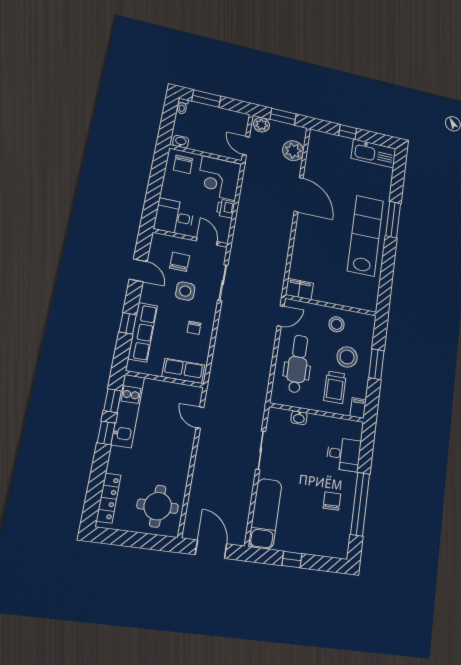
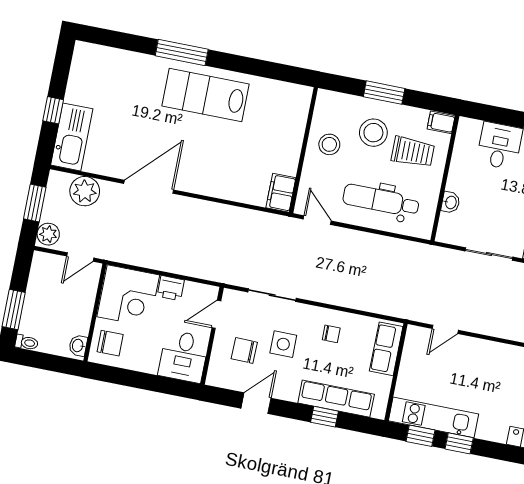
kitchen sink: (374, 154) -> (72, 137), moved
lab bench: (365, 236) -> (206, 95), width x0.73

